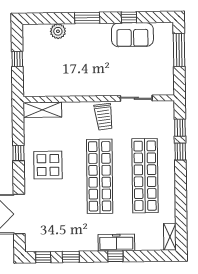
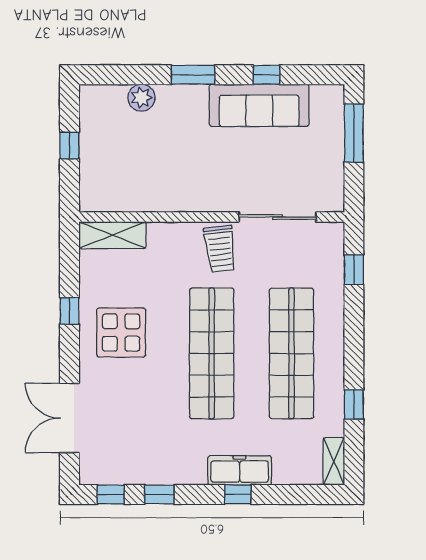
sofa: (132, 35) -> (259, 105), width x1.36
sliding door: (136, 98) -> (278, 217), width x1.37
window: (180, 152) -> (354, 404), moved

